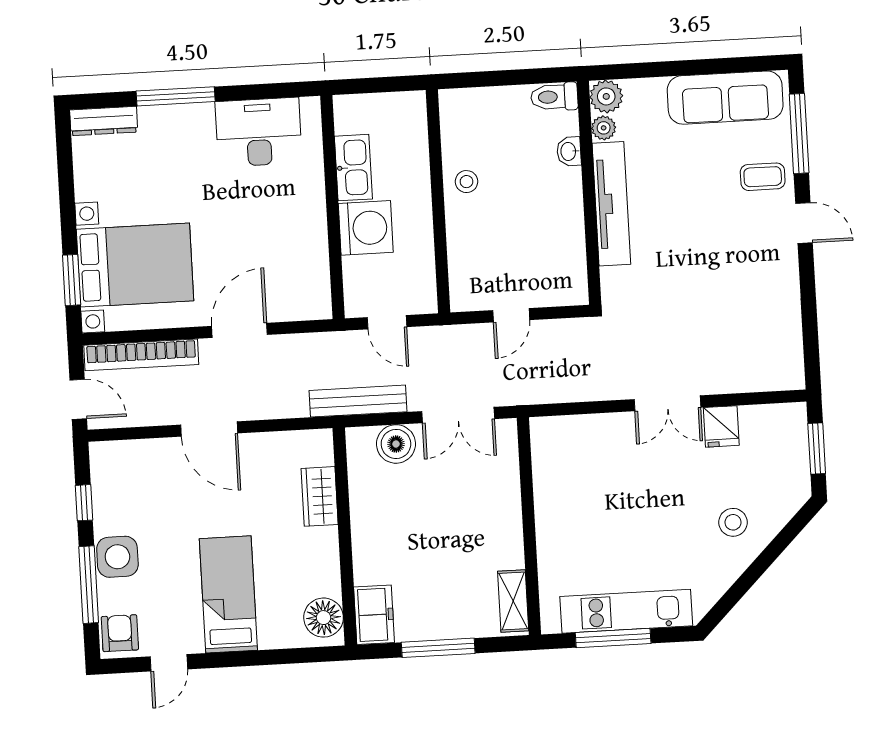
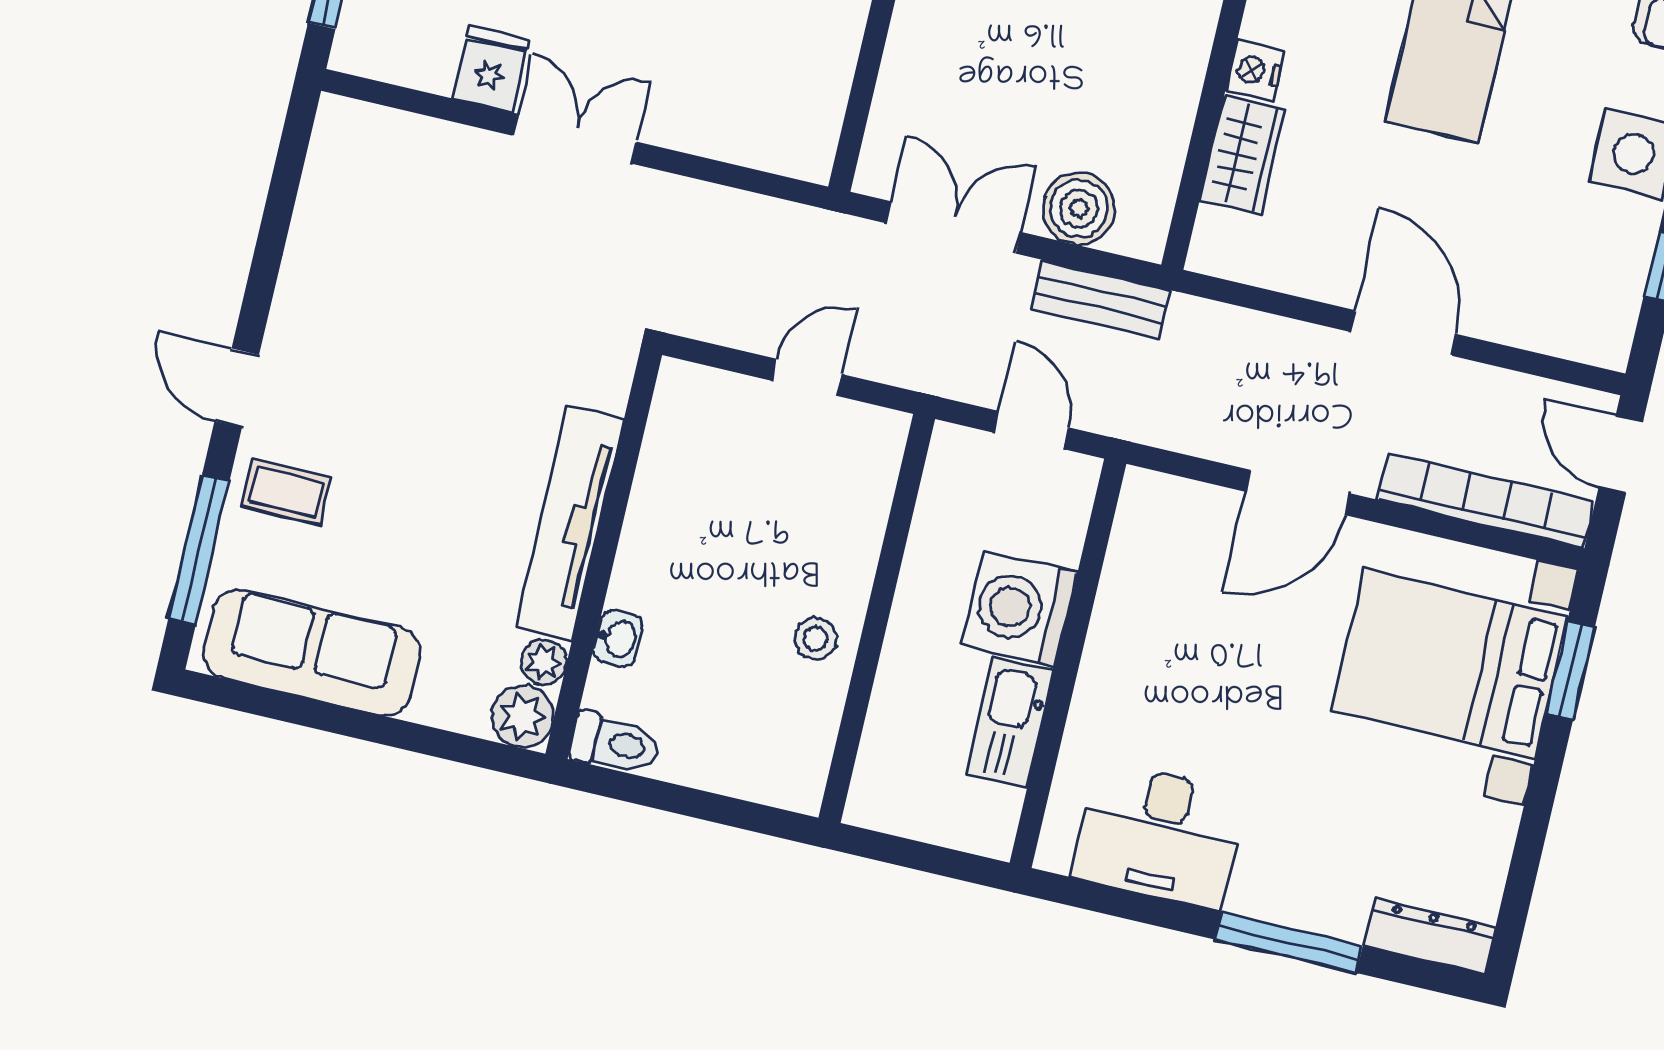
bench: (358, 401) -> (1101, 299), width x0.73
nightstand: (326, 542) -> (1255, 71), added

